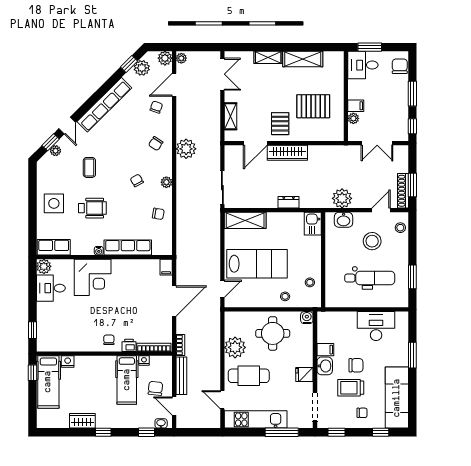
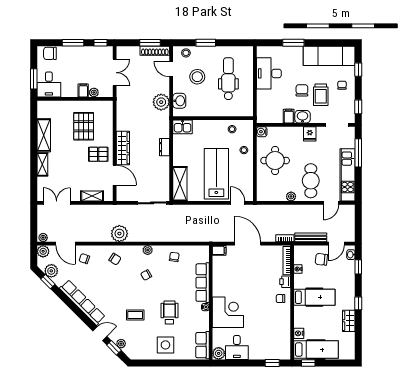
window: (412, 277) -> (206, 43), moved
plant: (235, 347) -> (291, 196), width x0.53, depth x0.53
hospital bed: (127, 380) -> (314, 297), moved

